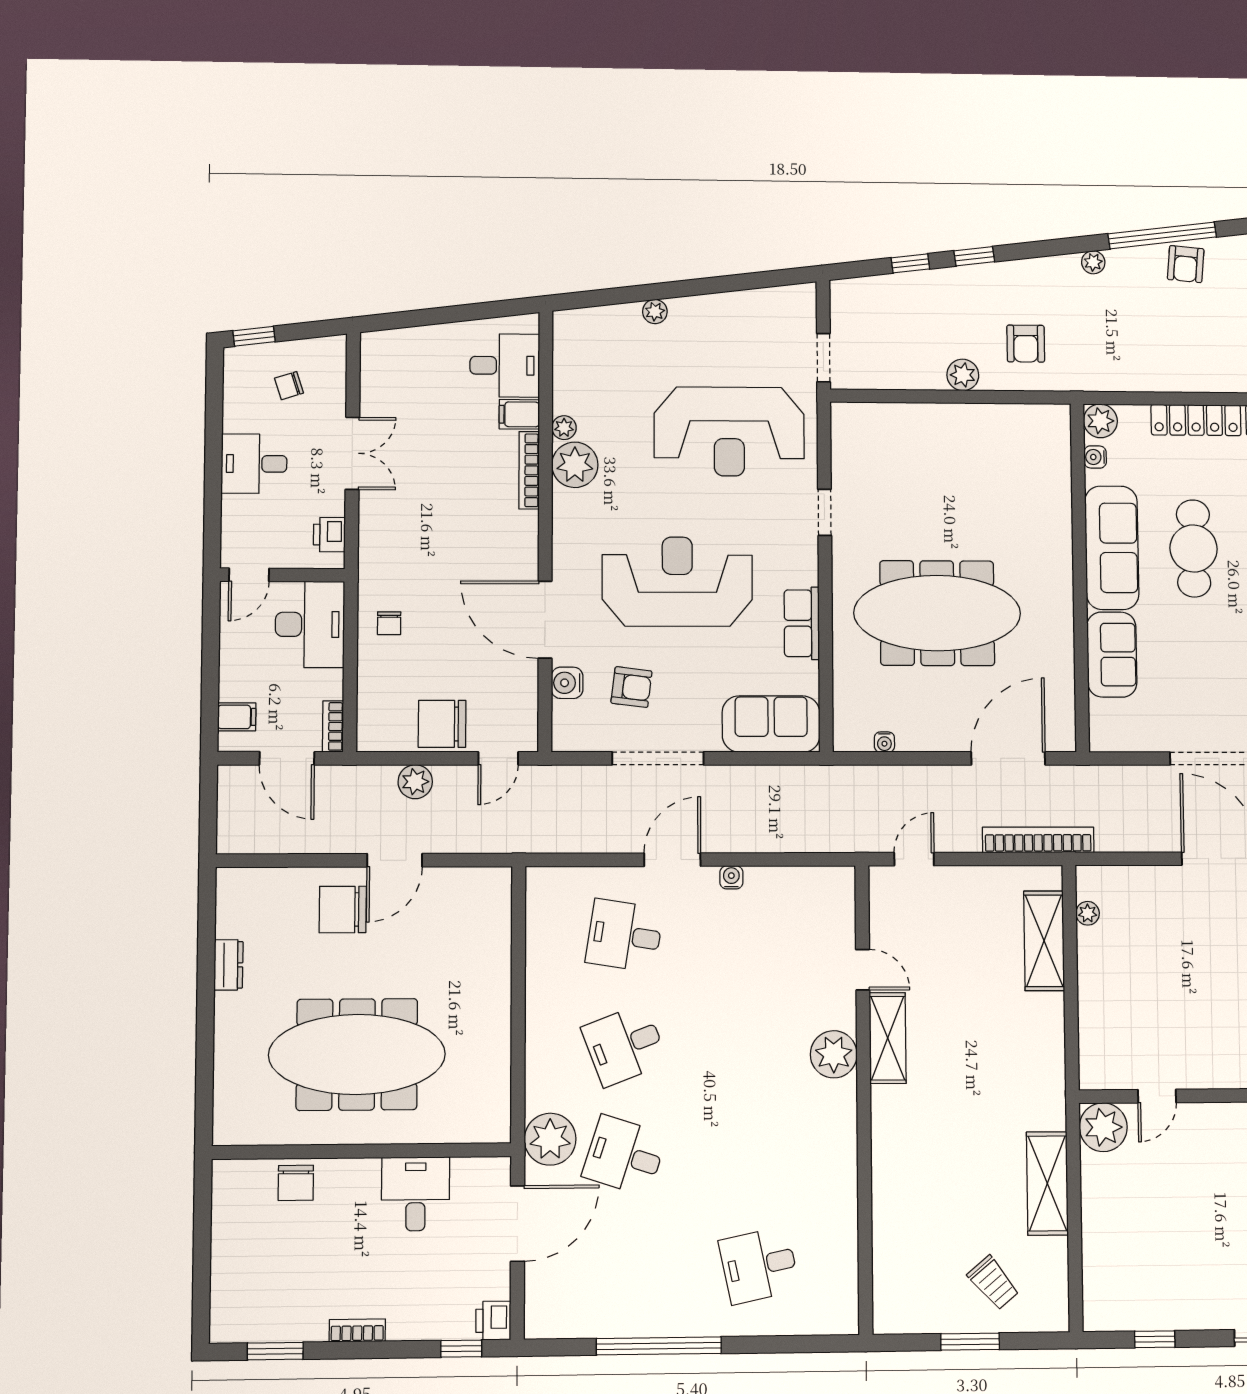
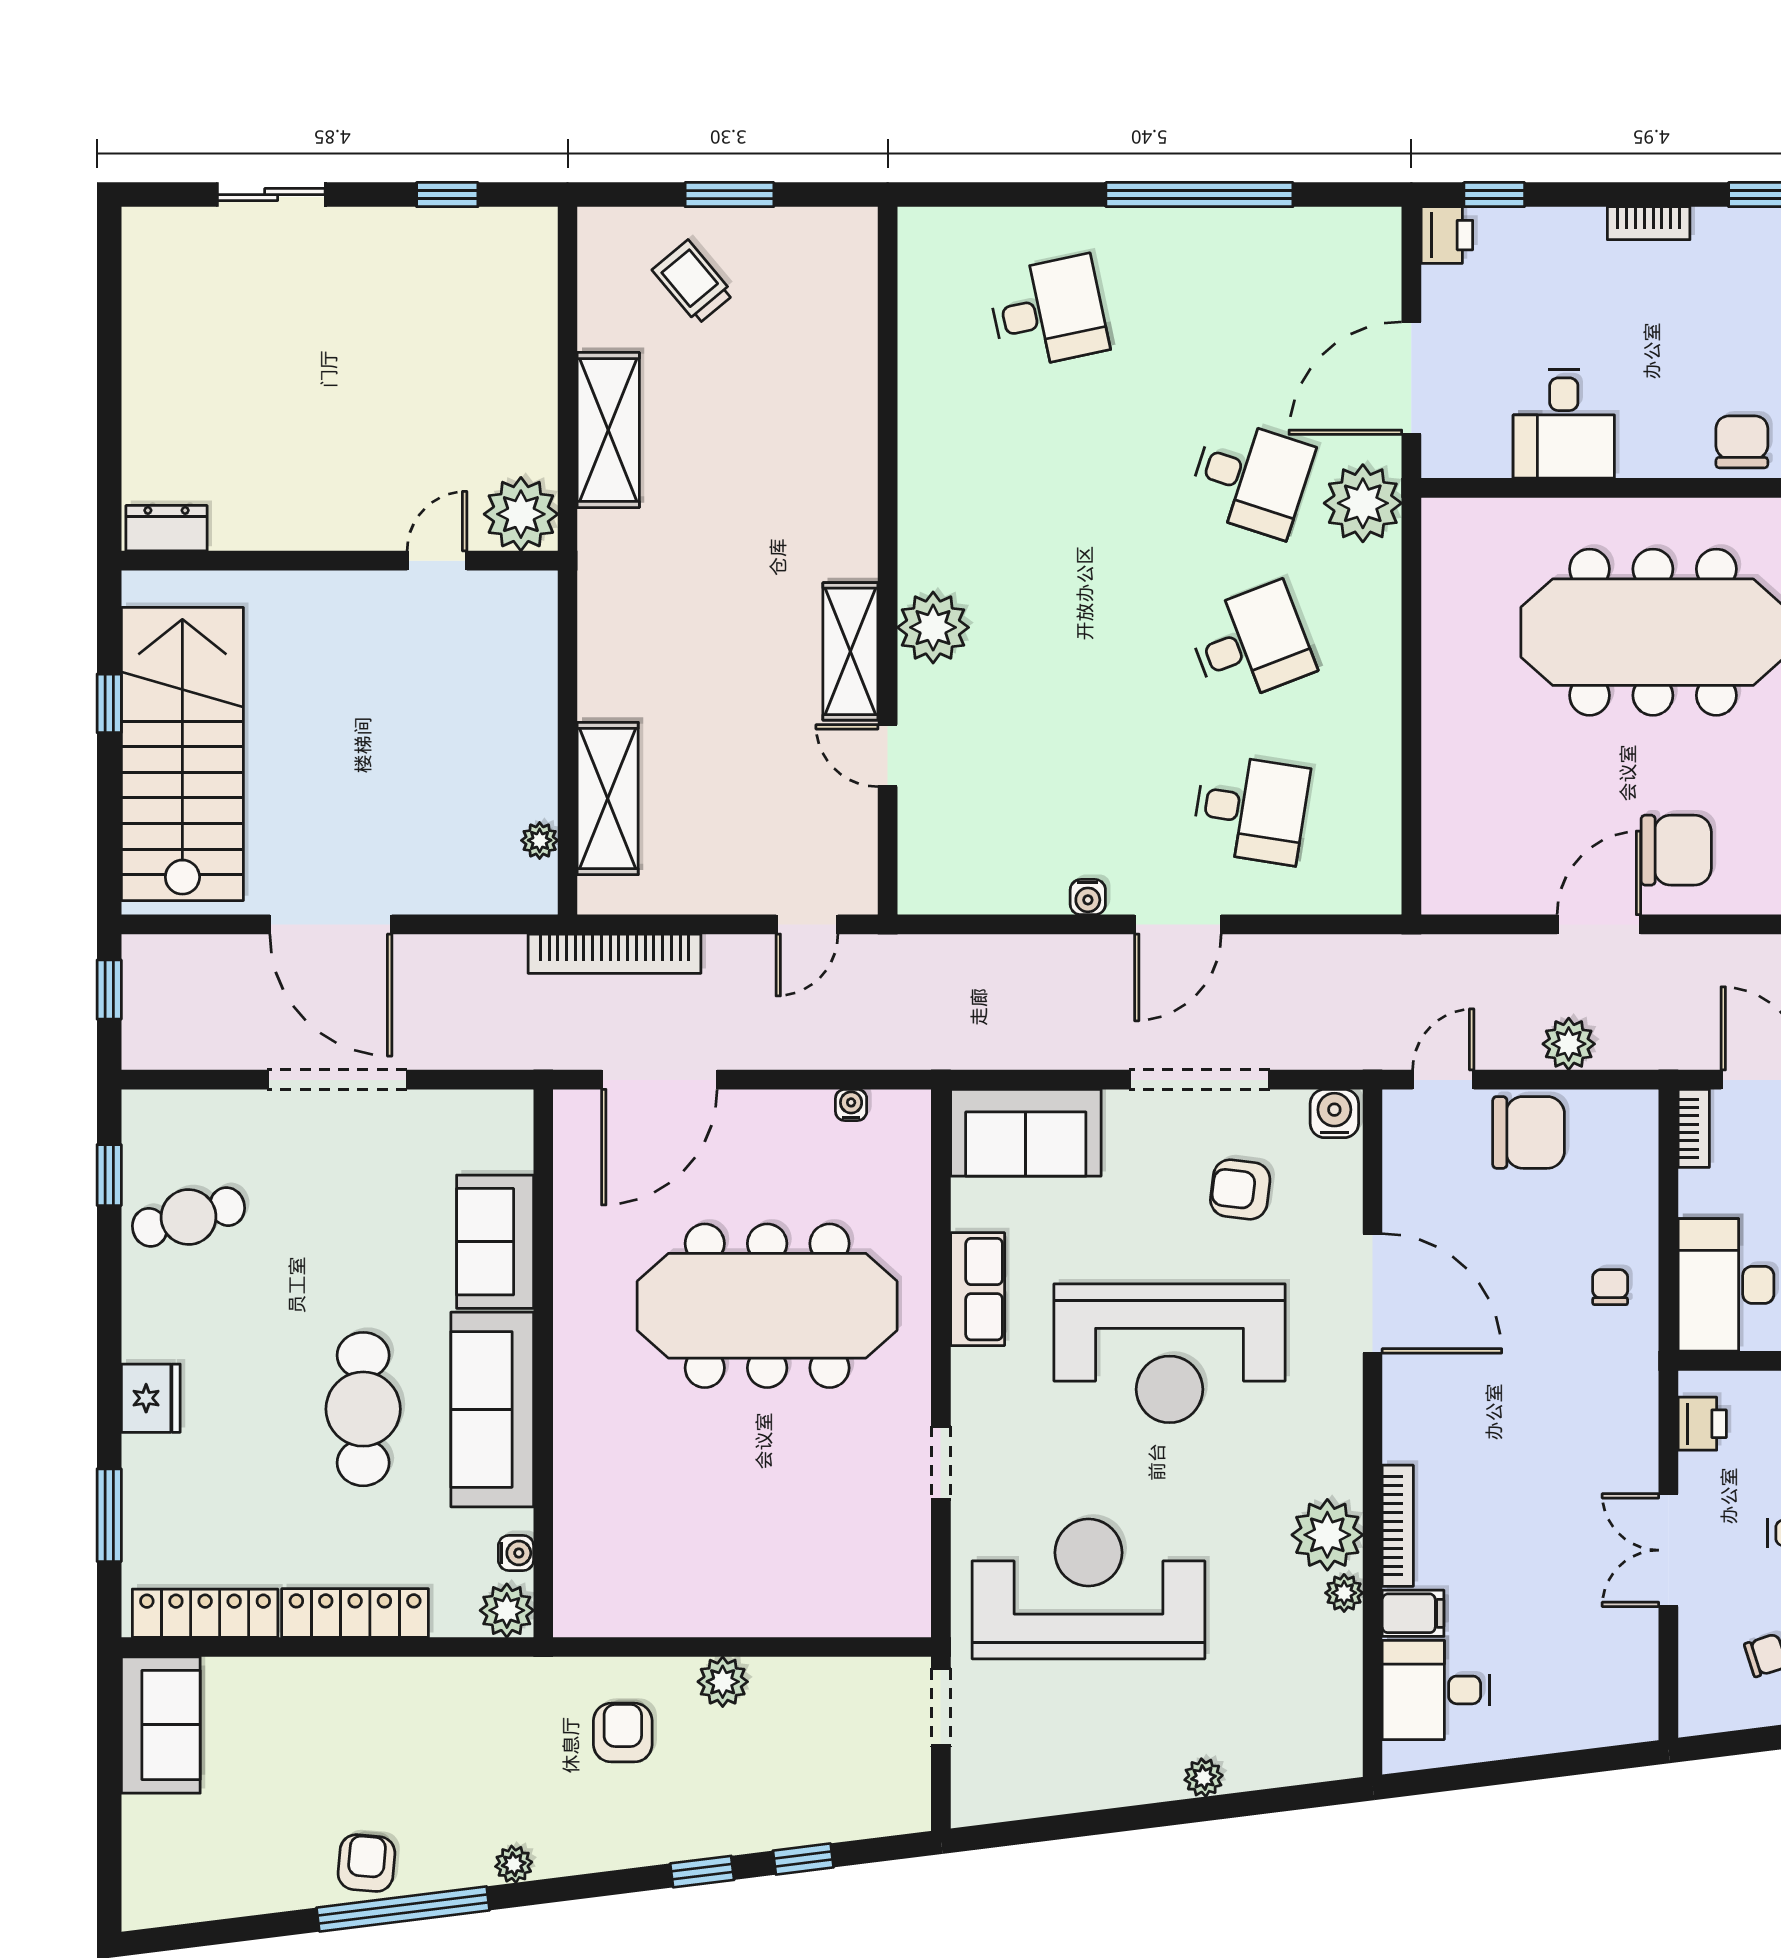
water cooler: (567, 683) -> (1334, 1113), moved, turned -90

